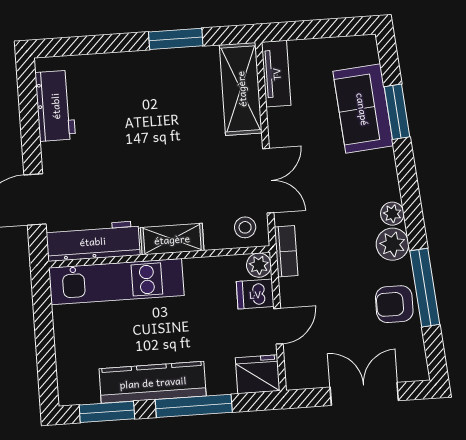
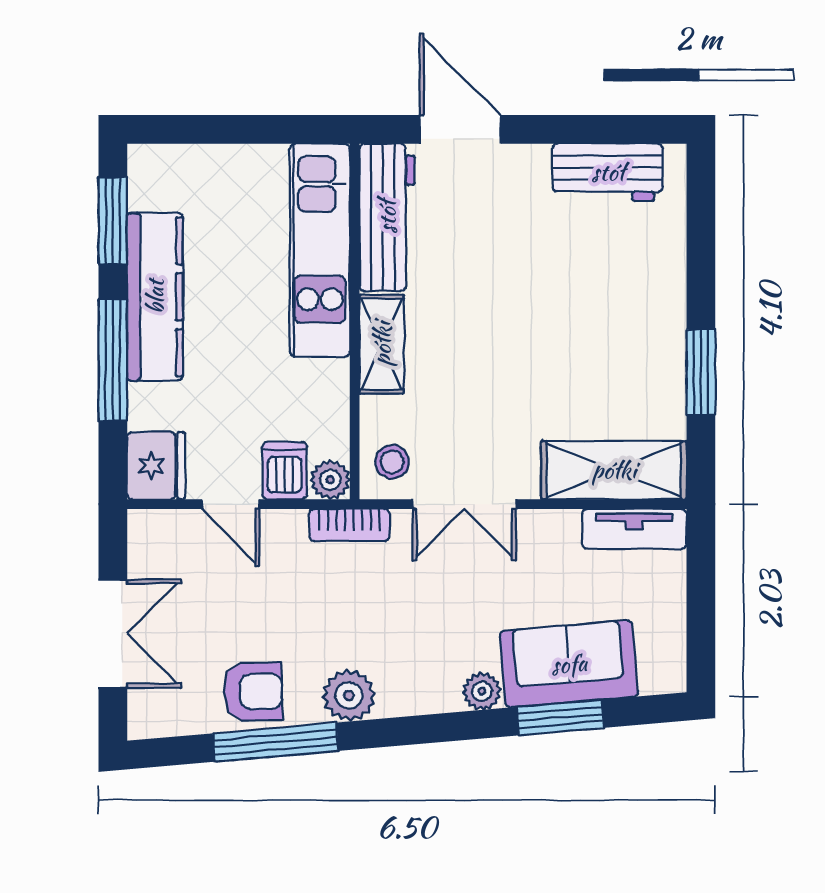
plant: (392, 214) -> (482, 691), moved
armchair: (394, 304) -> (253, 692), turned 89

